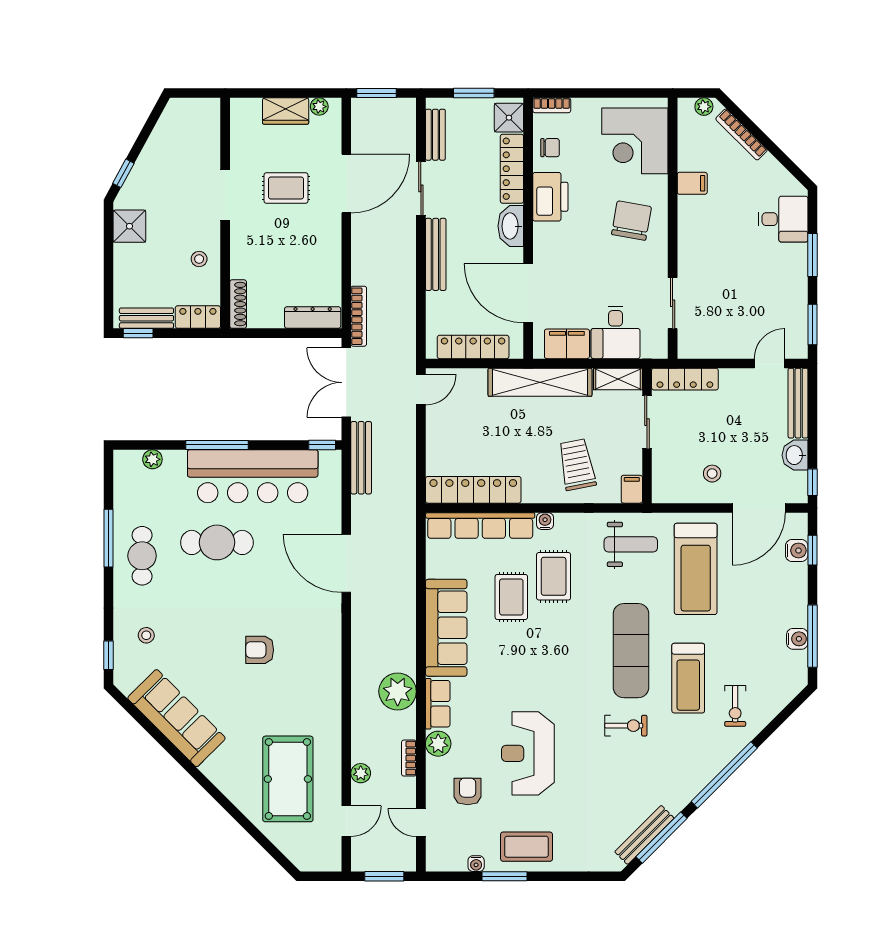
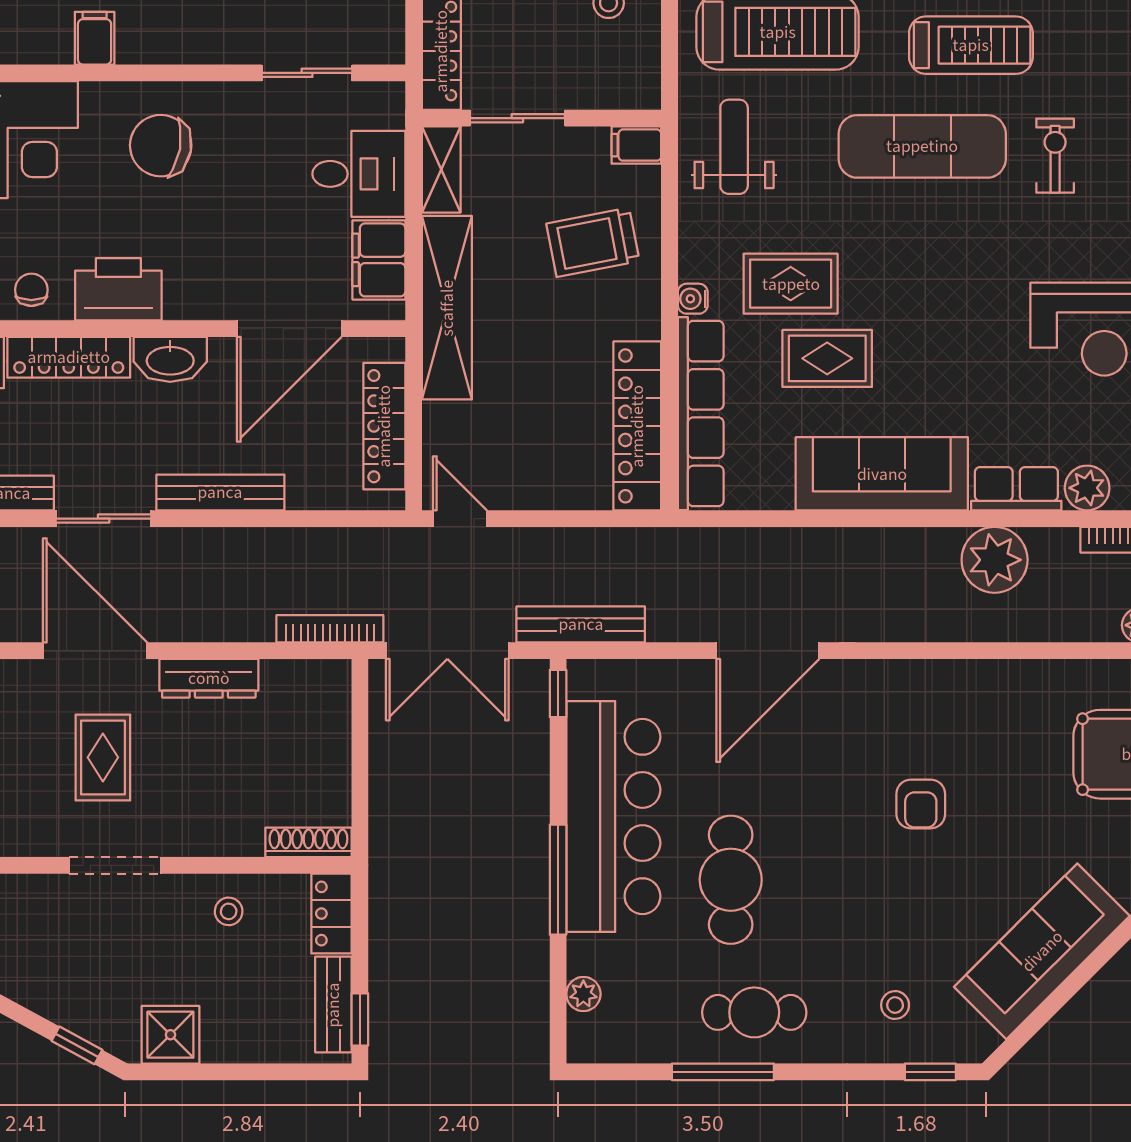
dresser: (313, 318) -> (209, 678), moved, turned -90

